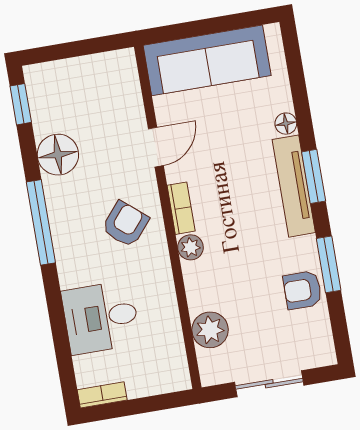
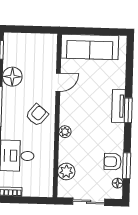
floor lamp: (286, 124) -> (118, 183), moved
tv unit: (294, 186) -> (118, 106), width x0.71
bookcase: (181, 208) -> (64, 113), removed
window: (329, 264) -> (127, 166), moved

